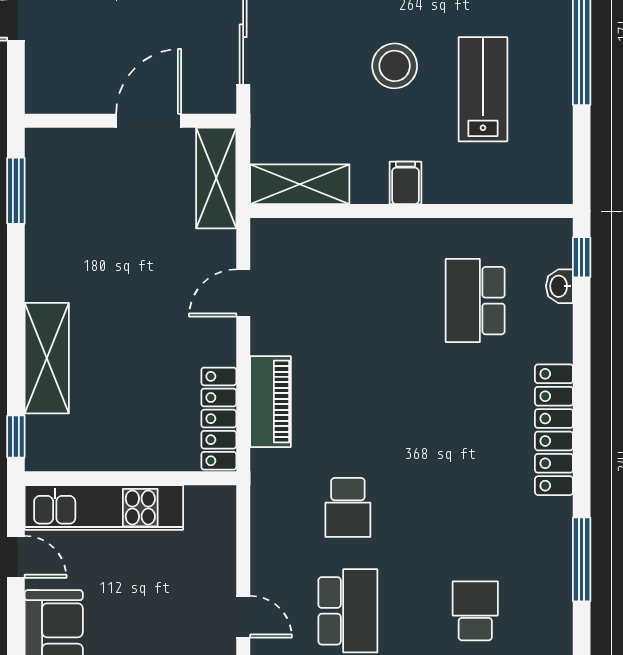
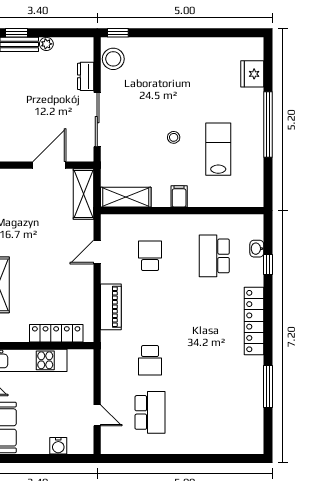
stool: (395, 66) -> (174, 137), width x0.53, depth x0.53
window: (582, 257) -> (268, 265), moved
locker: (219, 419) -> (56, 333), moved, turned 90
school desk: (475, 611) -> (150, 256), moved

